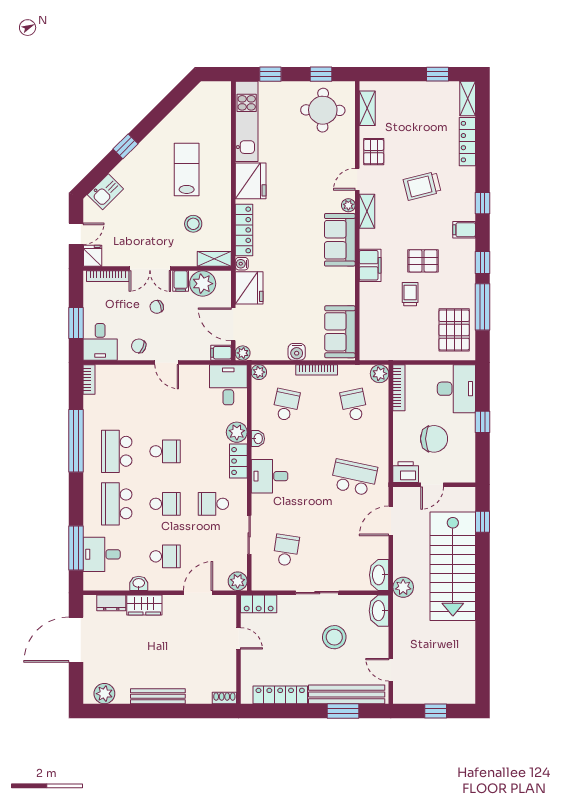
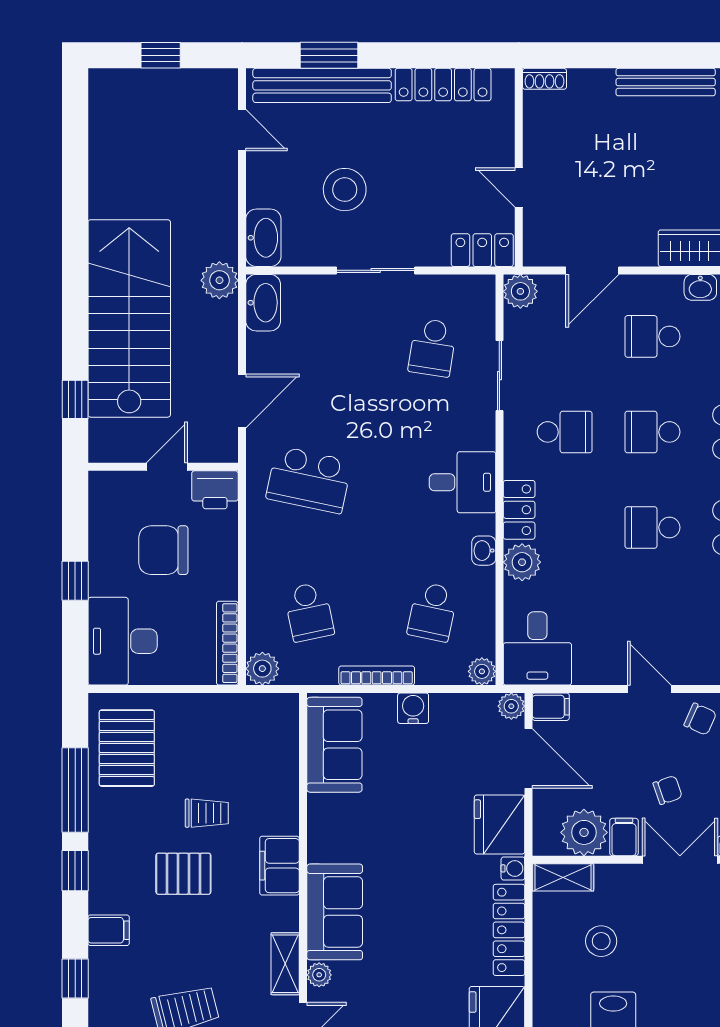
trolley: (410, 294) -> (207, 813), turned -90

